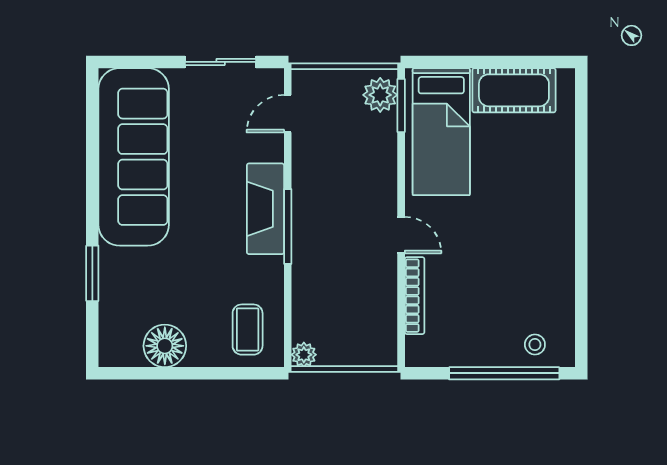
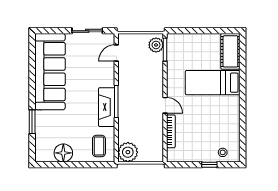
cot: (514, 90) -> (230, 51), moved, turned 90
bed: (441, 132) -> (213, 83), moved, turned 90
fireplace: (265, 209) -> (107, 107), moved
plant: (304, 355) -> (128, 152), width x1.87, depth x1.87
window: (504, 373) -> (209, 165), width x0.32

